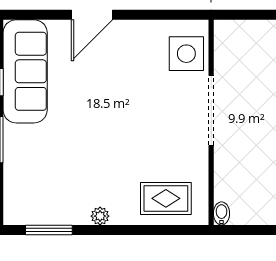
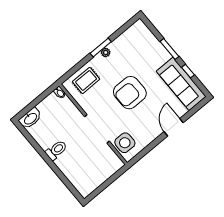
armchair: (114, 124) -> (130, 93), added
window: (49, 230) -> (101, 47), moved

